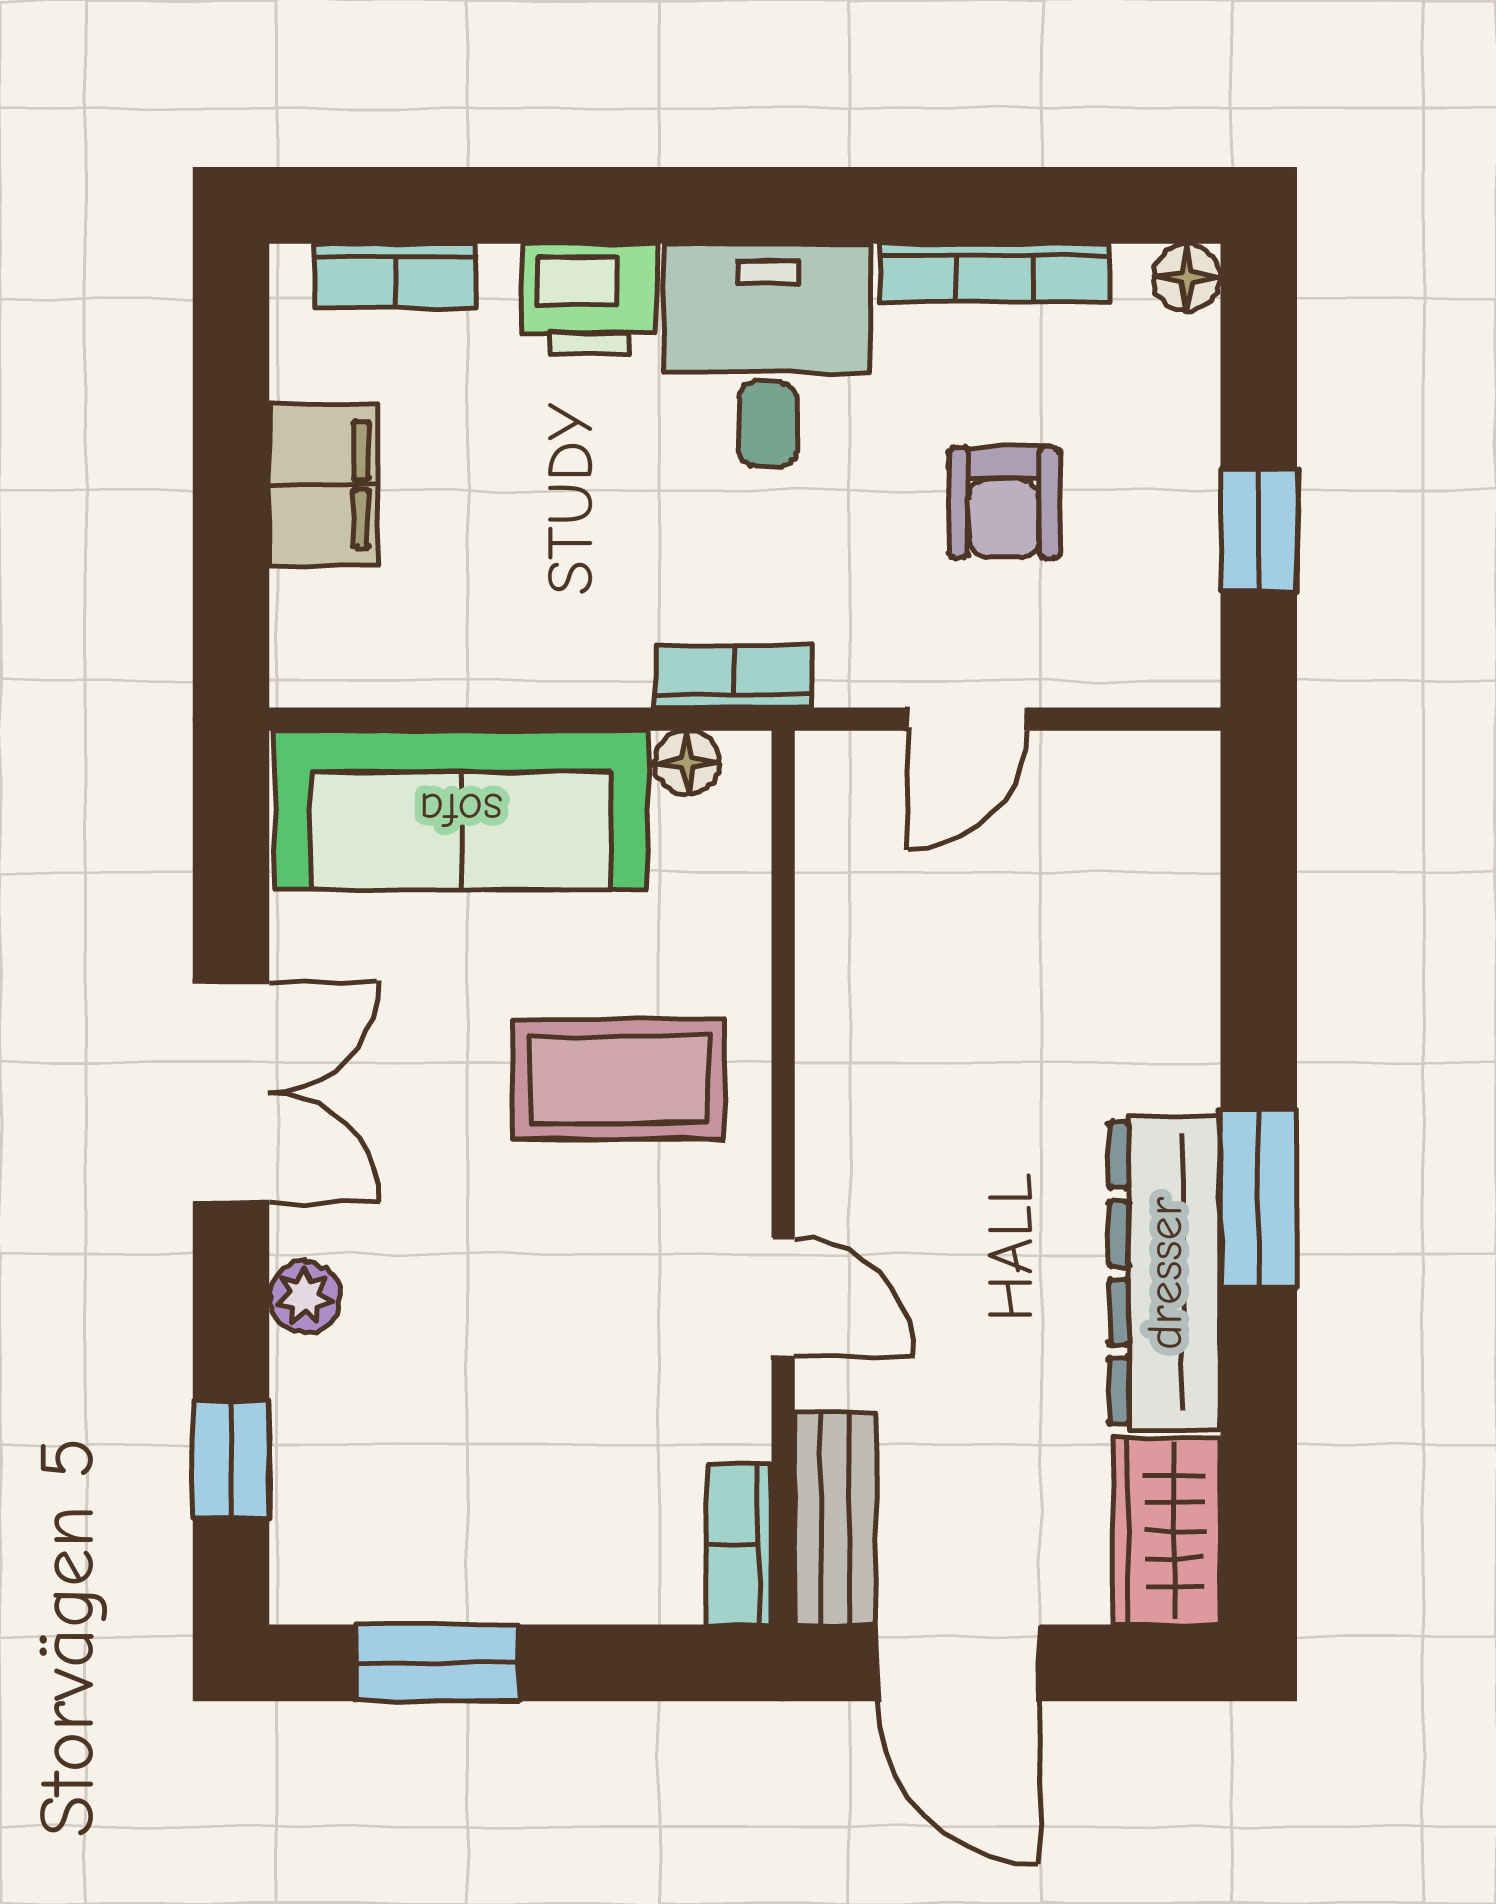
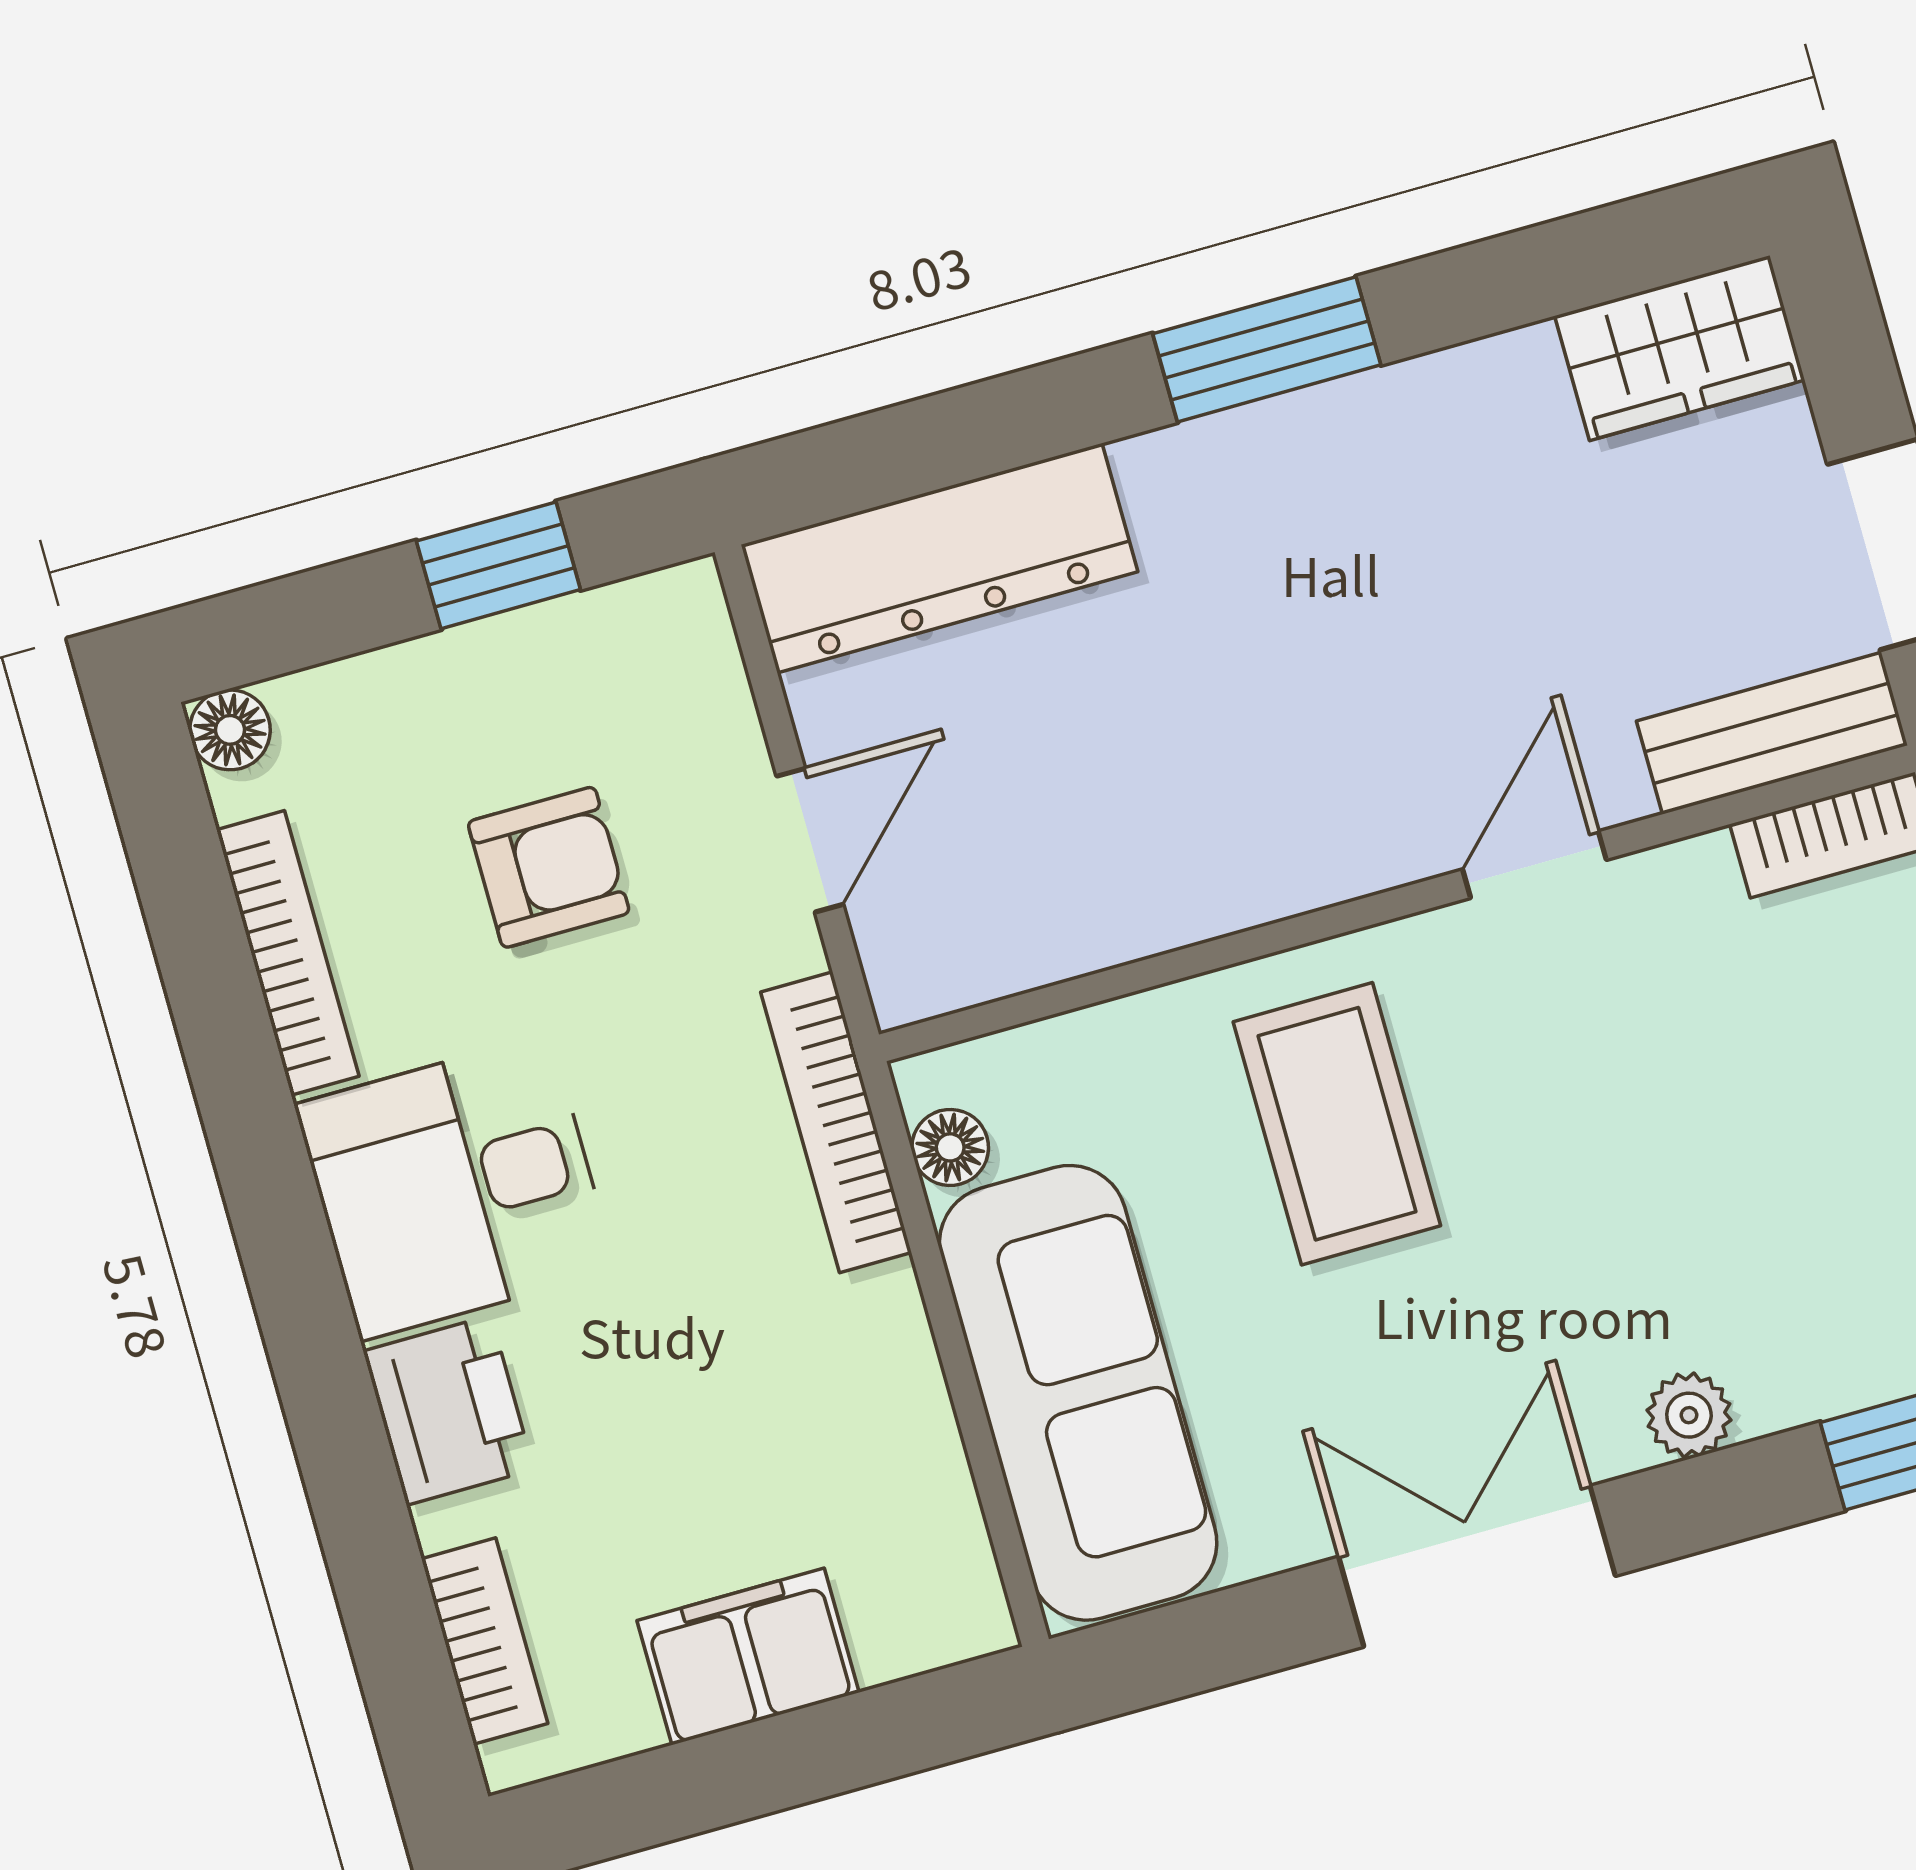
bookcase: (734, 676) -> (836, 1122), width x1.56
door: (967, 719) -> (810, 840), hinge flipped
dresser: (1165, 1273) -> (940, 558), moved

